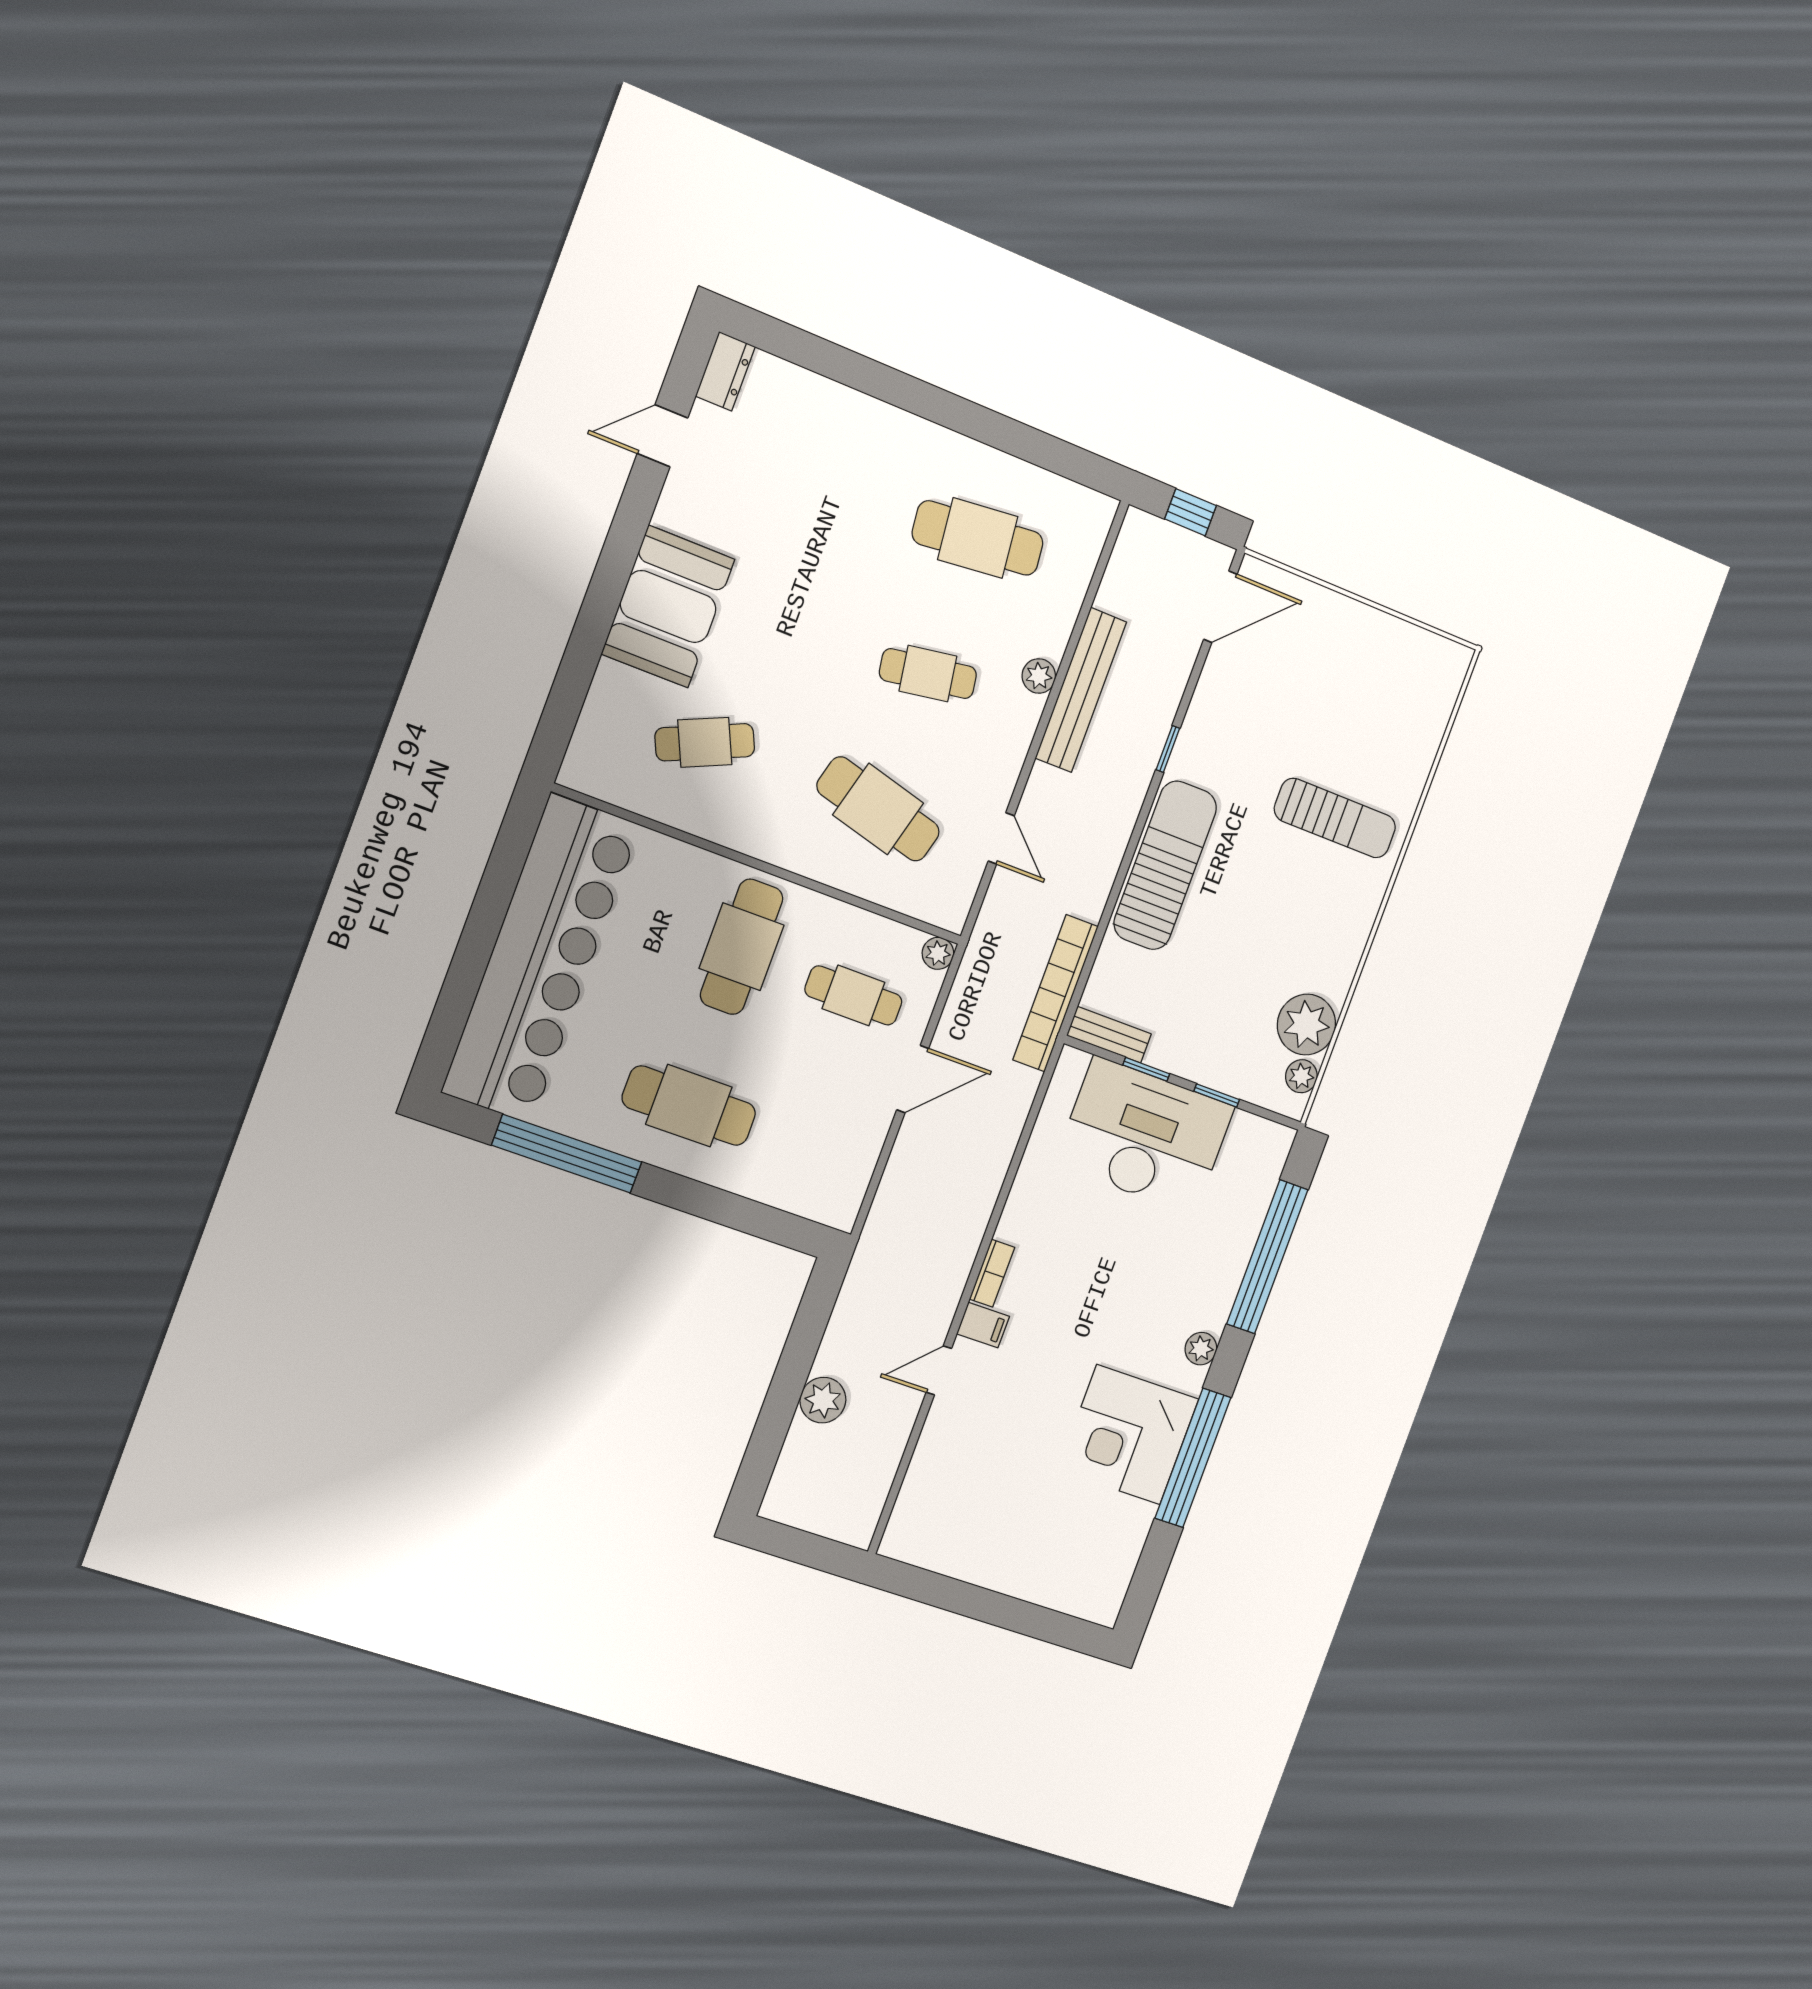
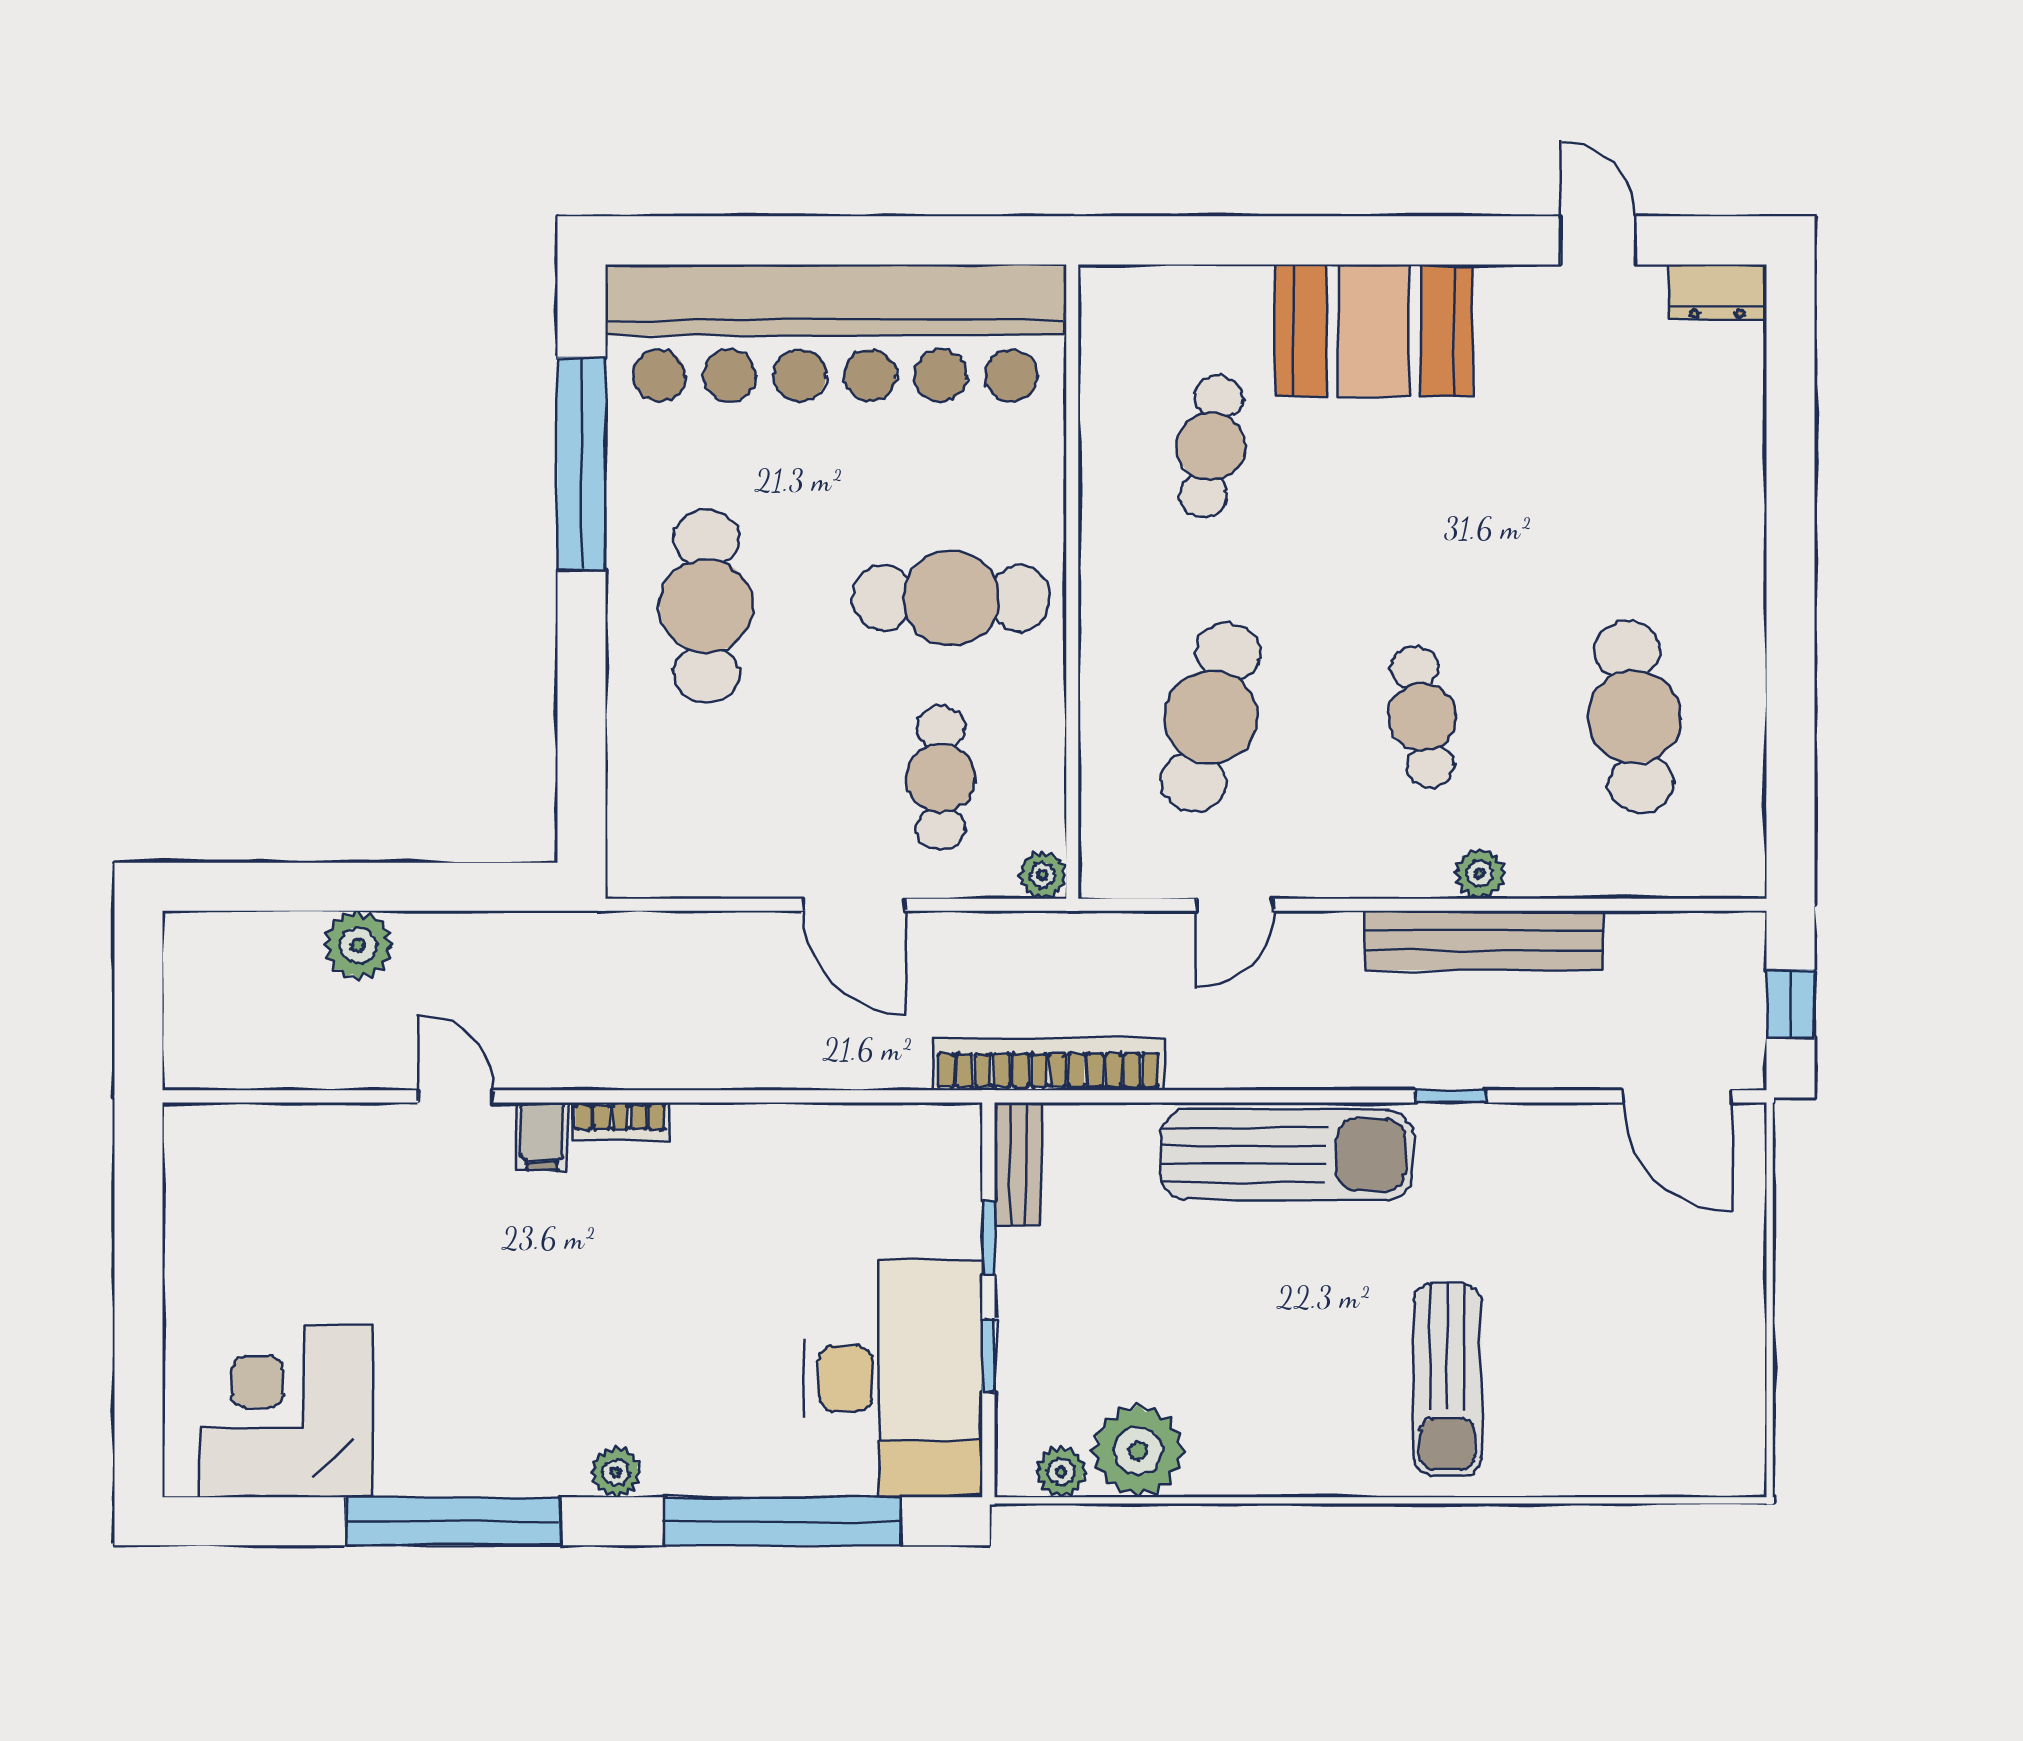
cafe table: (705, 742) -> (1211, 446), turned 33
desk: (1145, 1136) -> (893, 1378), moved
corner desk: (1128, 1435) -> (286, 1411), moved

